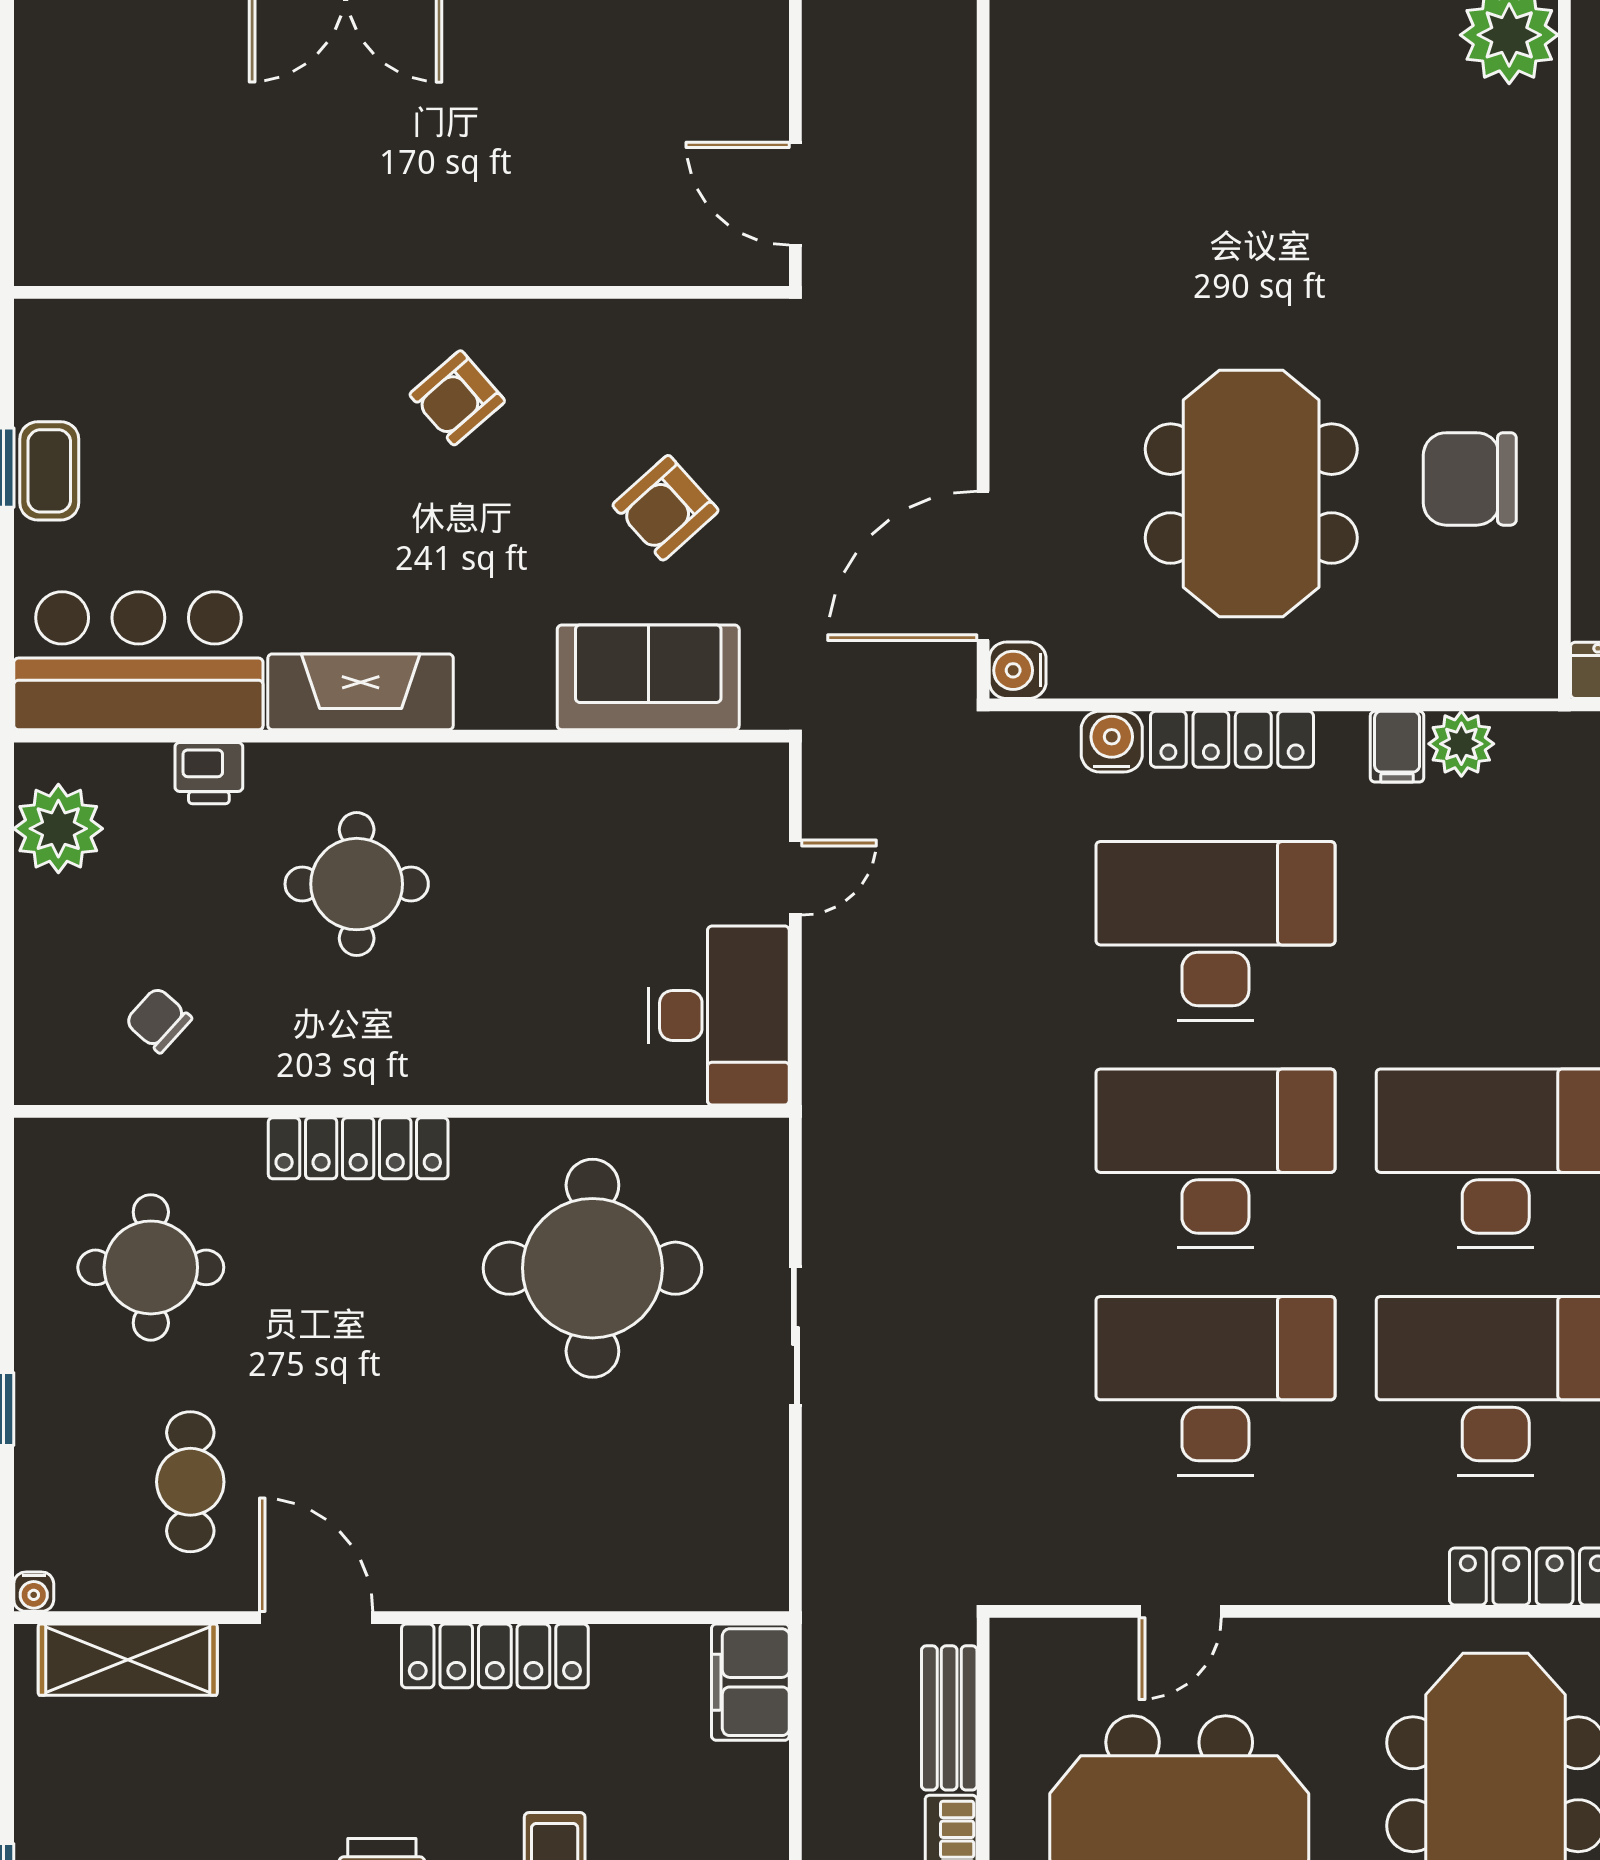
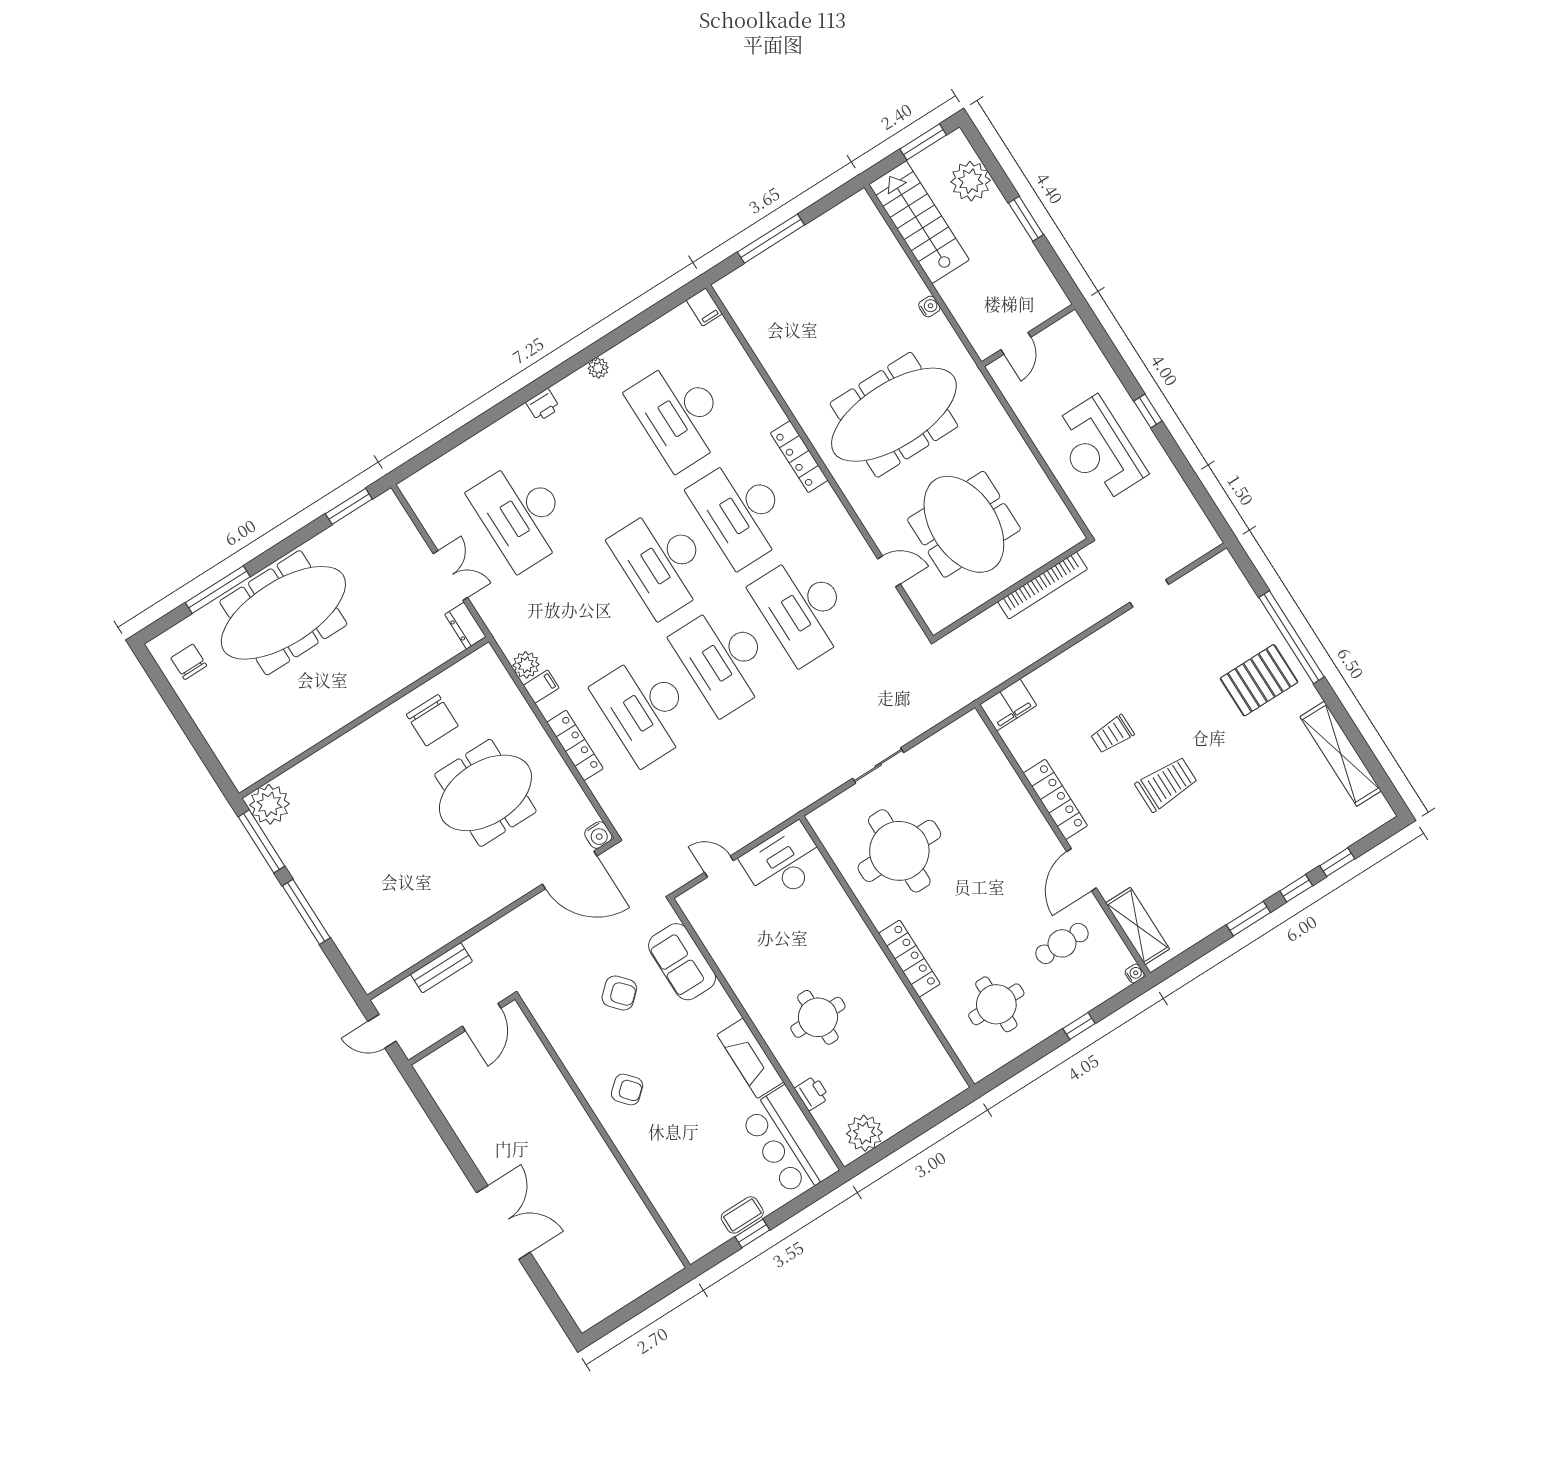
water cooler: (1112, 742) -> (602, 787), removed
chair: (158, 1020) -> (909, 1056), removed
bench: (949, 1718) -> (442, 968), moved

